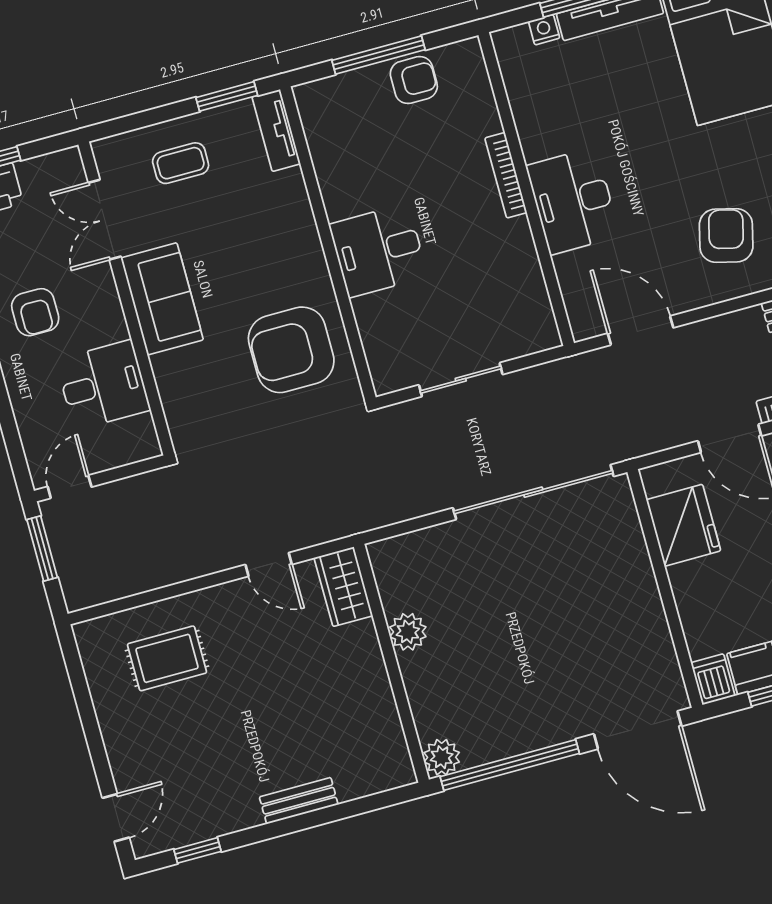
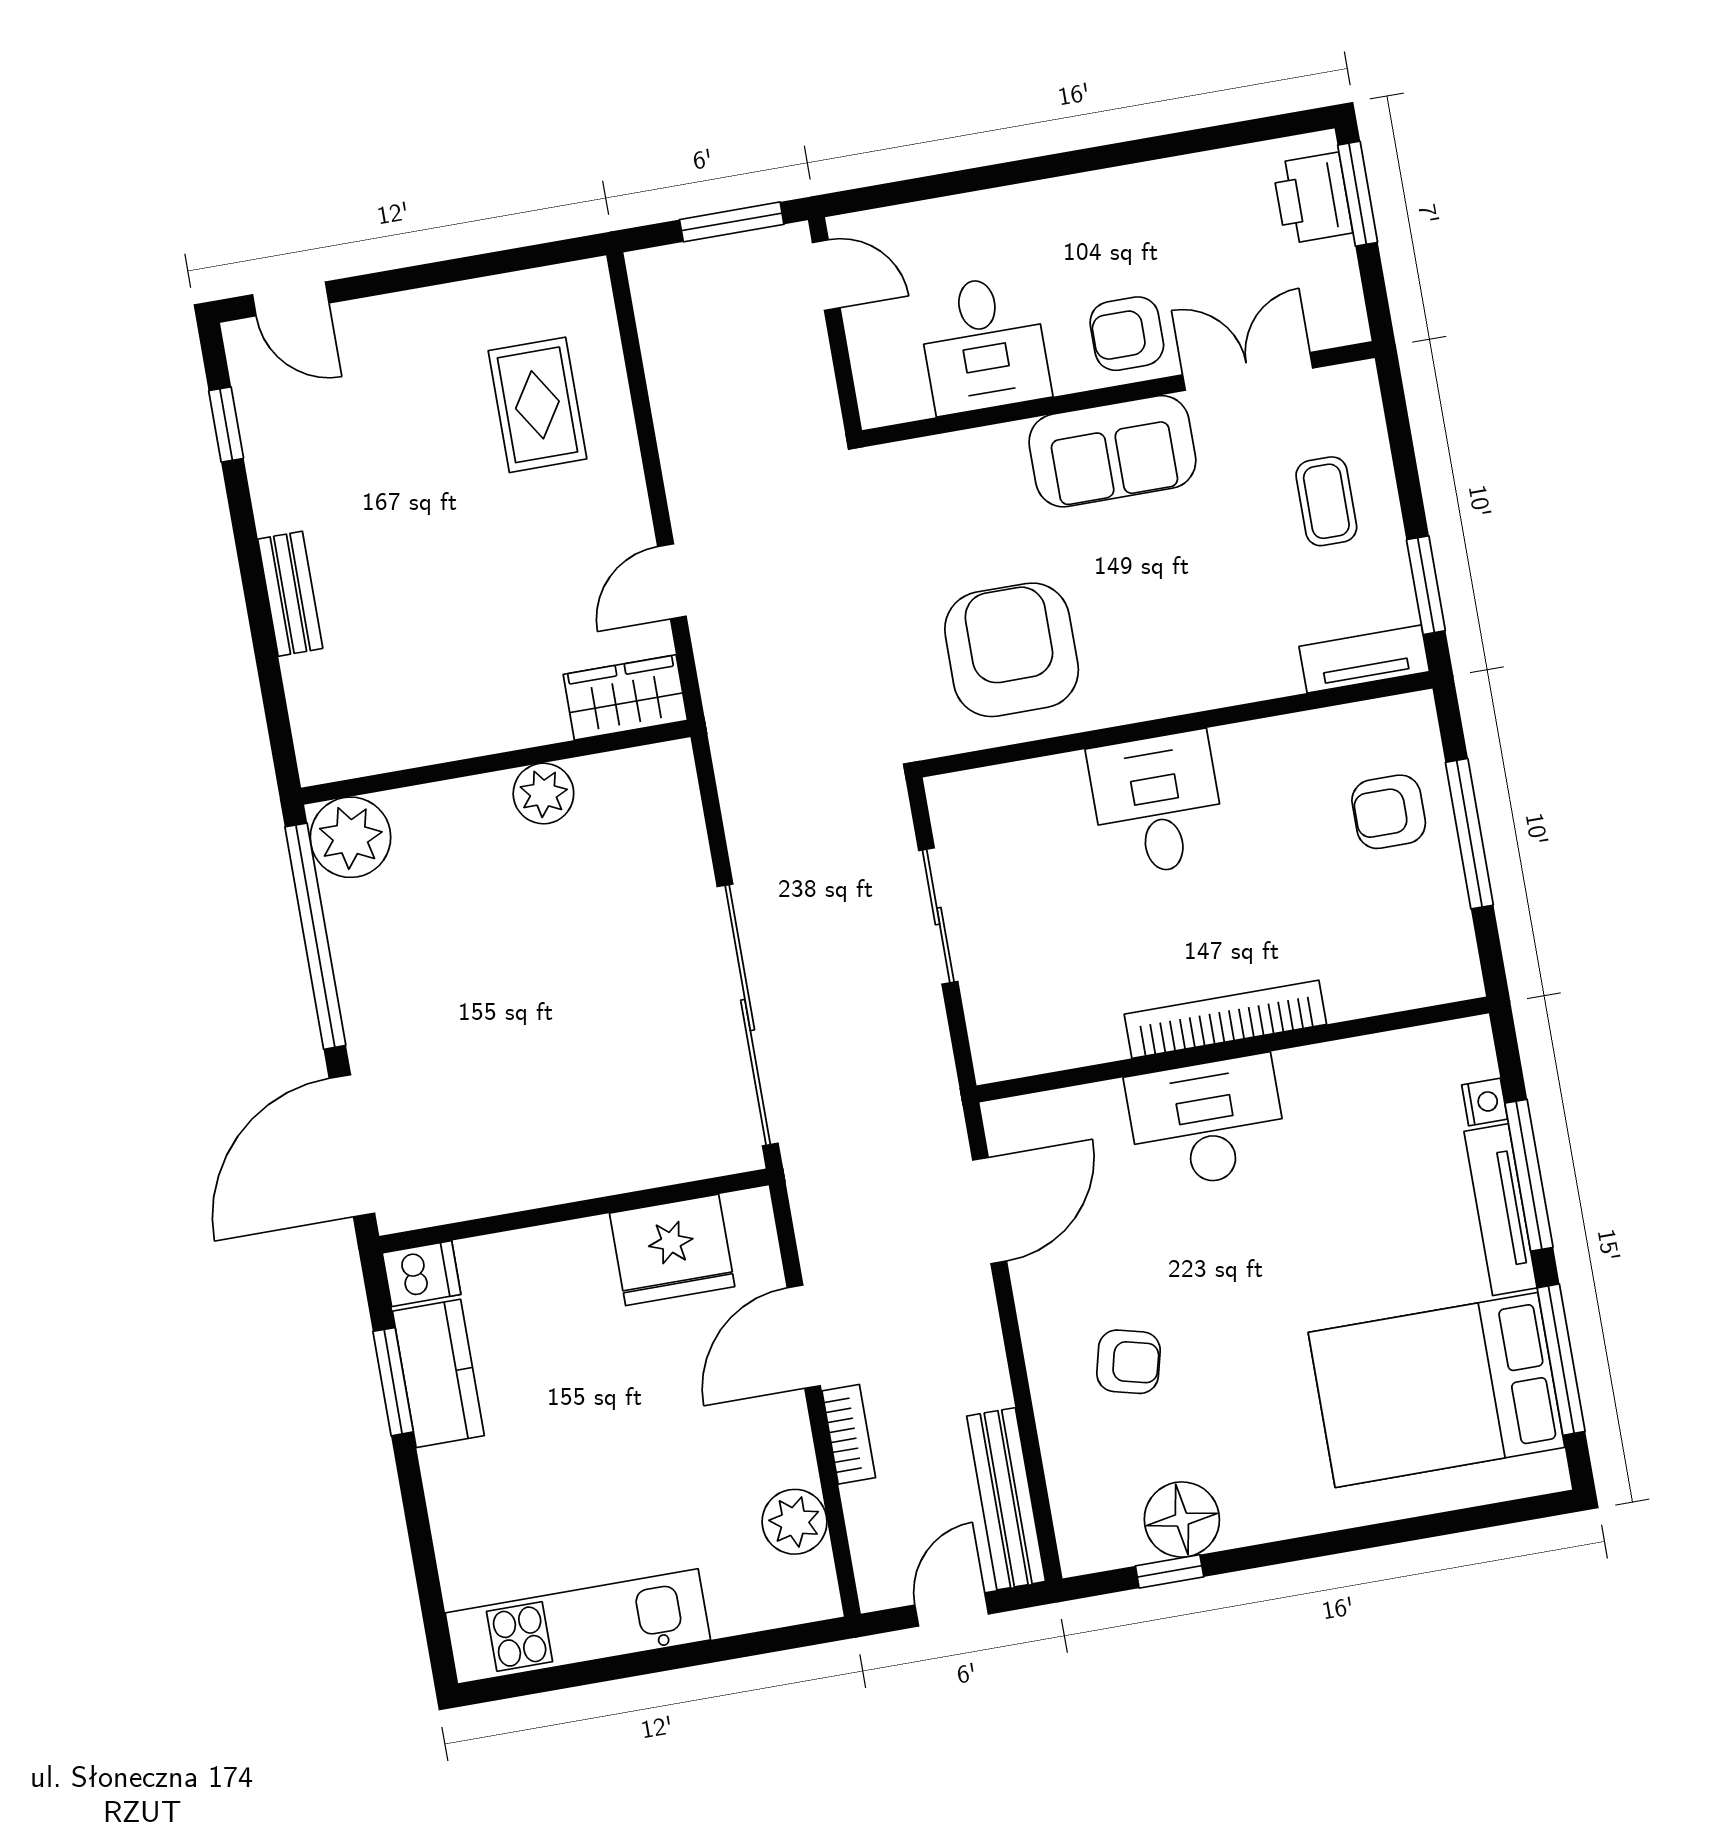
armchair: (414, 80) -> (1389, 812), moved, turned 90
bookcase: (506, 175) -> (1225, 1019), width x1.48, depth x1.31
armchair: (726, 236) -> (1128, 1362), width x0.72, depth x0.72
armchair: (35, 312) -> (1127, 334), moved
plant: (442, 757) -> (350, 837), width x1.36, depth x1.36

